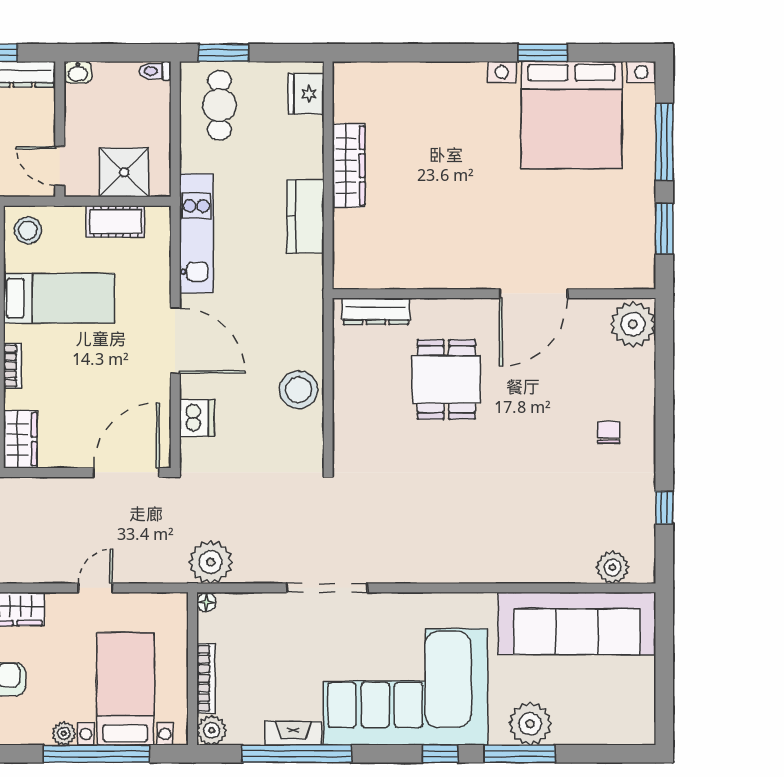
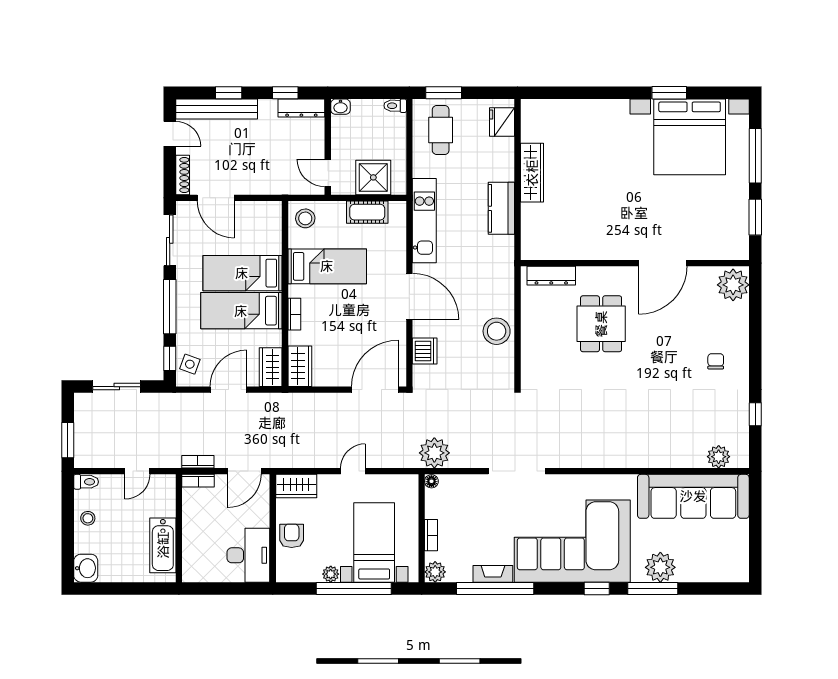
bookcase: (206, 678) -> (431, 535), width x0.64

